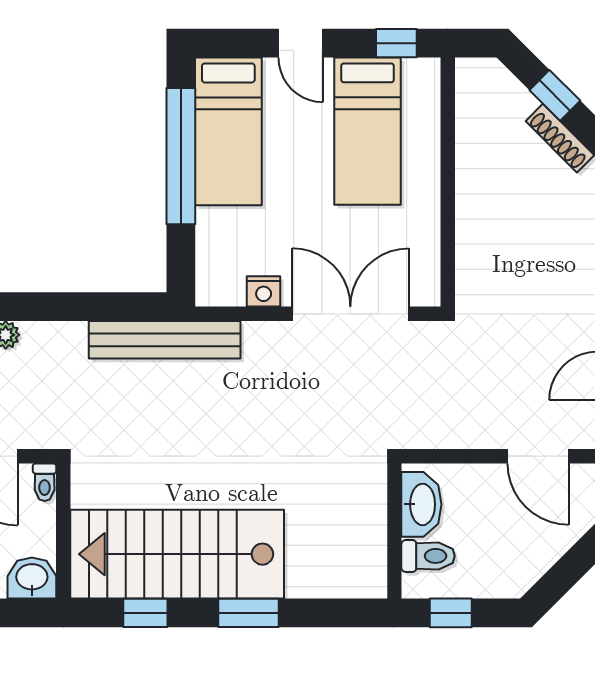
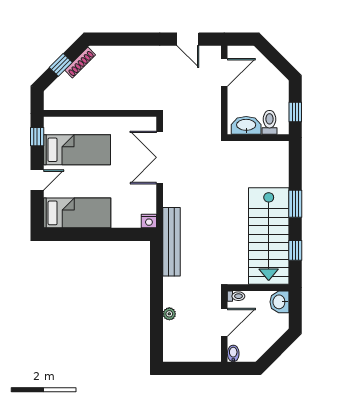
window: (181, 156) -> (88, 234), removed
nightstand: (264, 291) -> (149, 221), moved, turned 90

